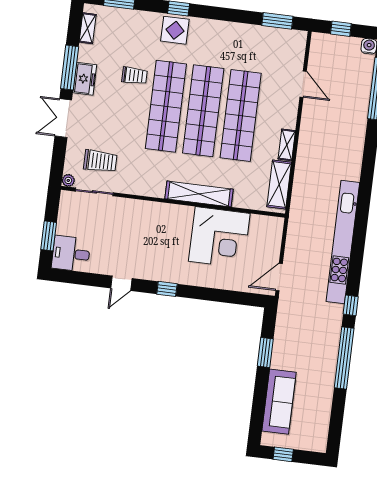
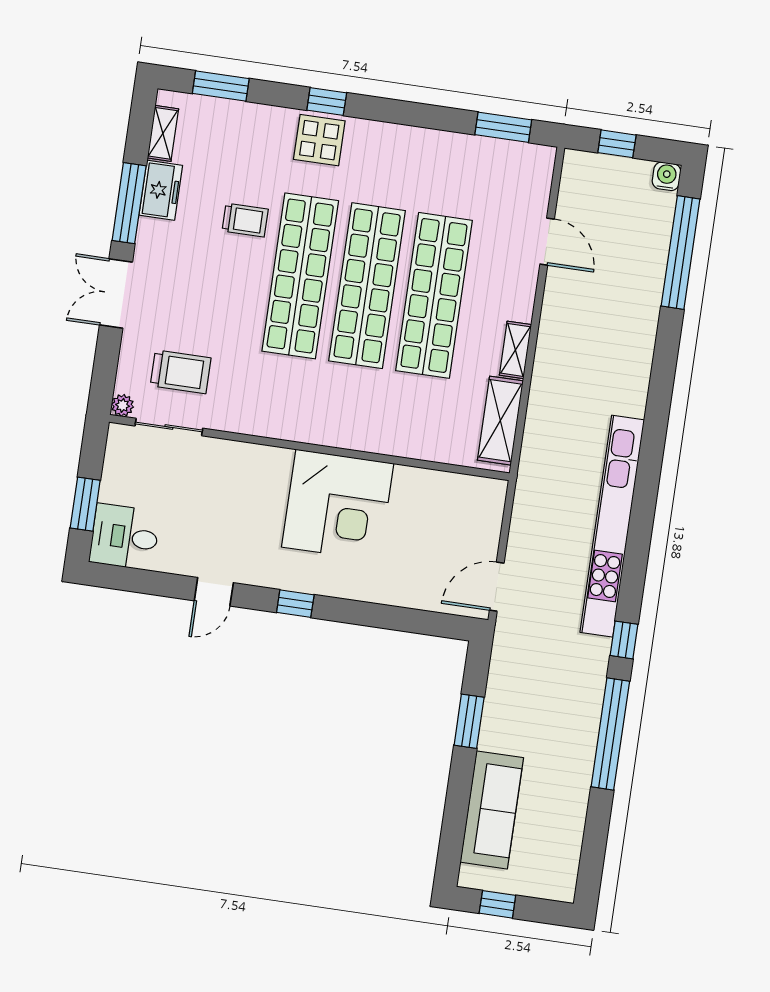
freezer: (85, 79) -> (161, 190), moved
shelving: (199, 194) -> (356, 434), removed
corner desk: (219, 237) -> (338, 505), moved

